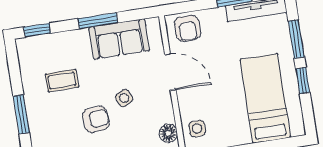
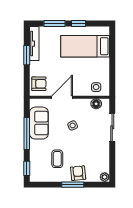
window: (98, 21) -> (27, 133), width x1.44
armchair: (96, 119) -> (78, 173), moved

